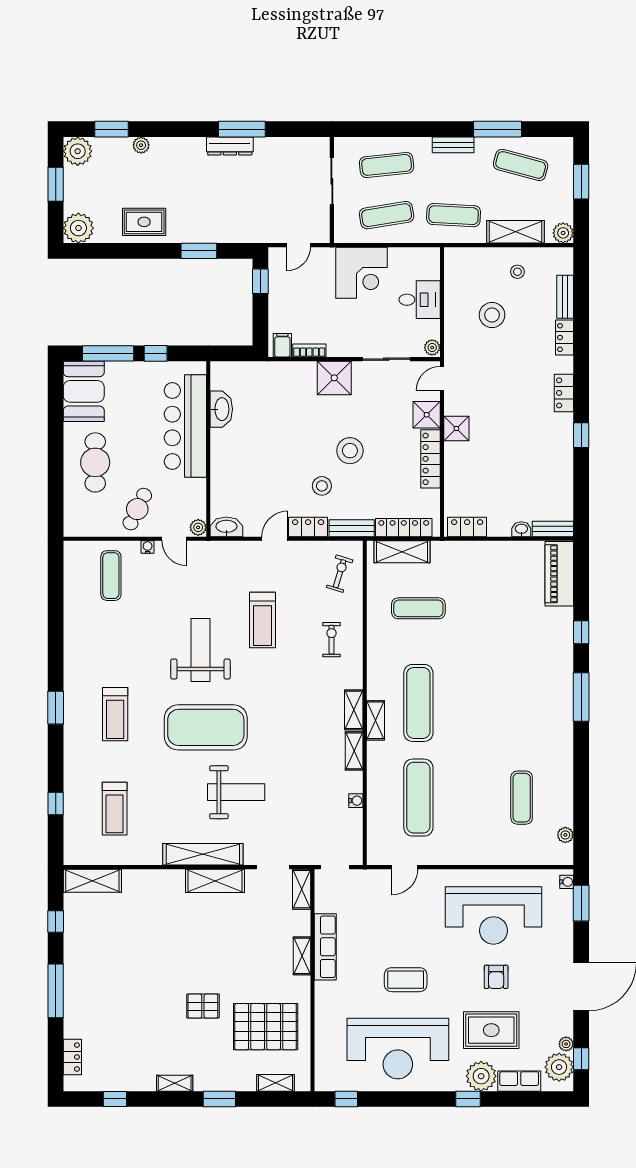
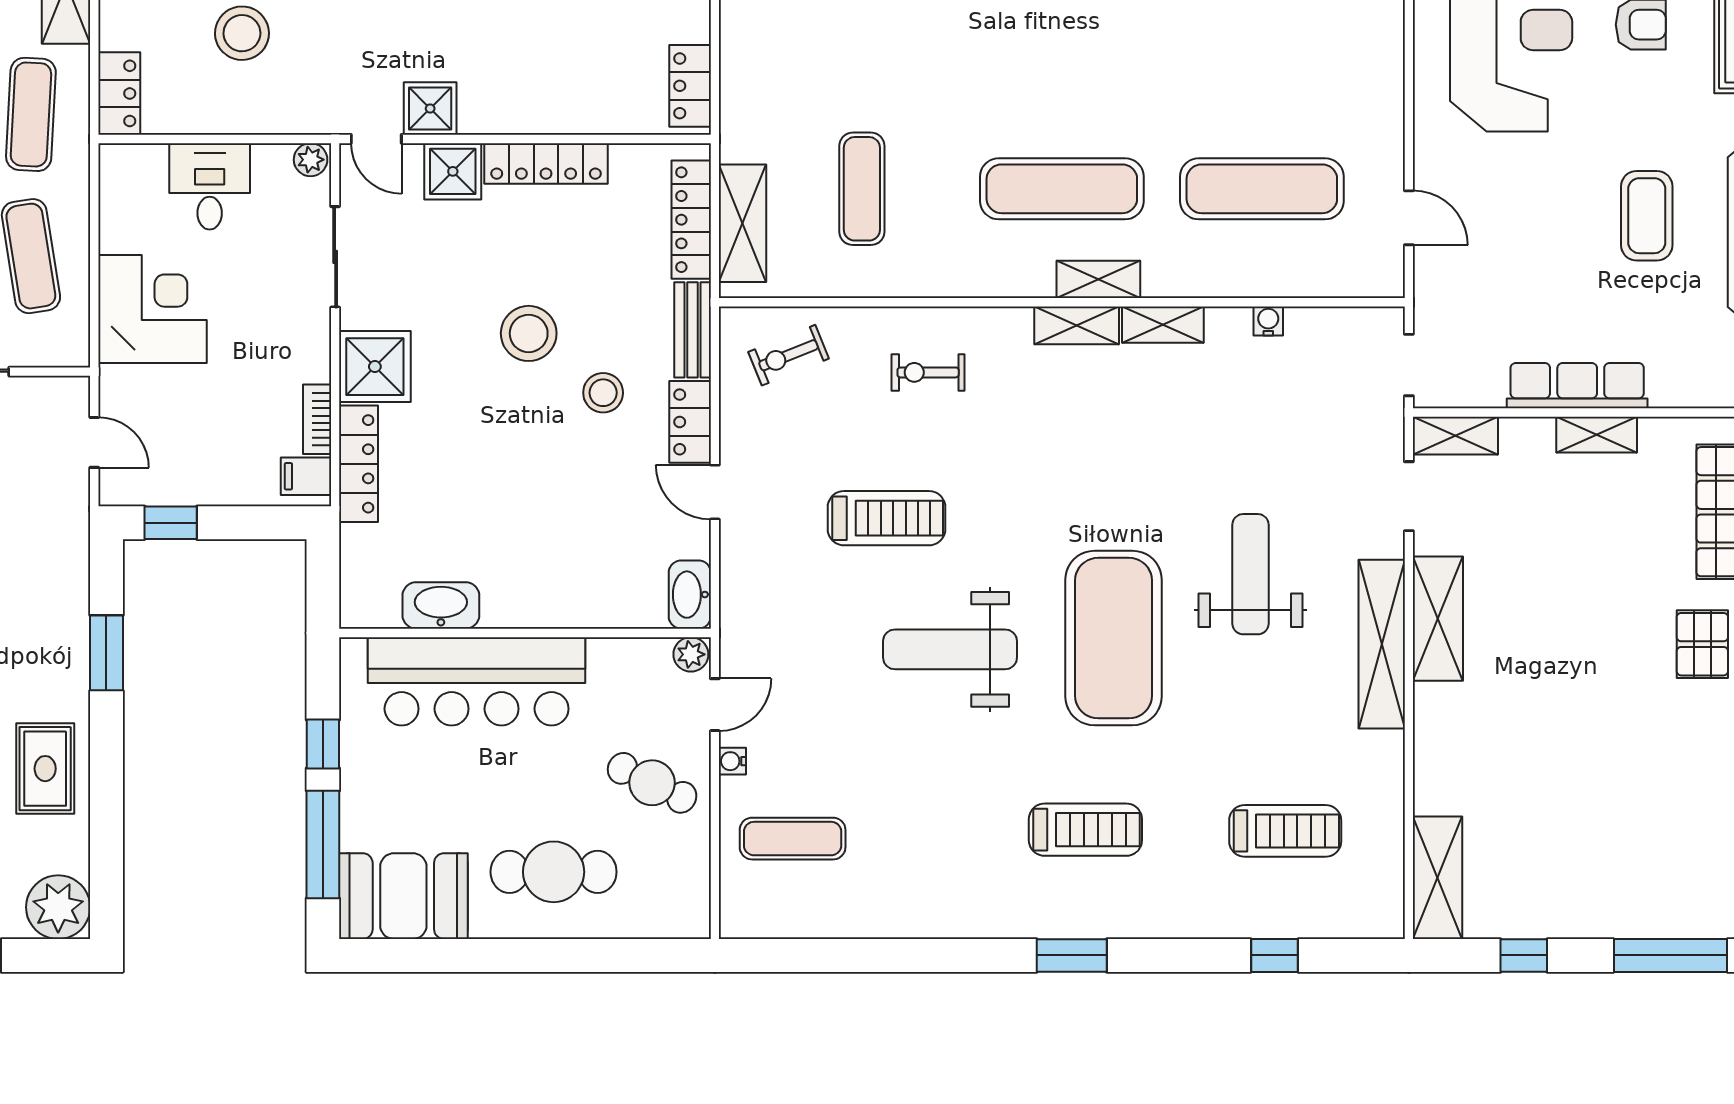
locker: (464, 257) -> (119, 93), added
locker: (288, 370) -> (359, 464), added
shower: (456, 428) -> (430, 109), moved
exercise bike: (340, 574) -> (789, 355), turned -39

